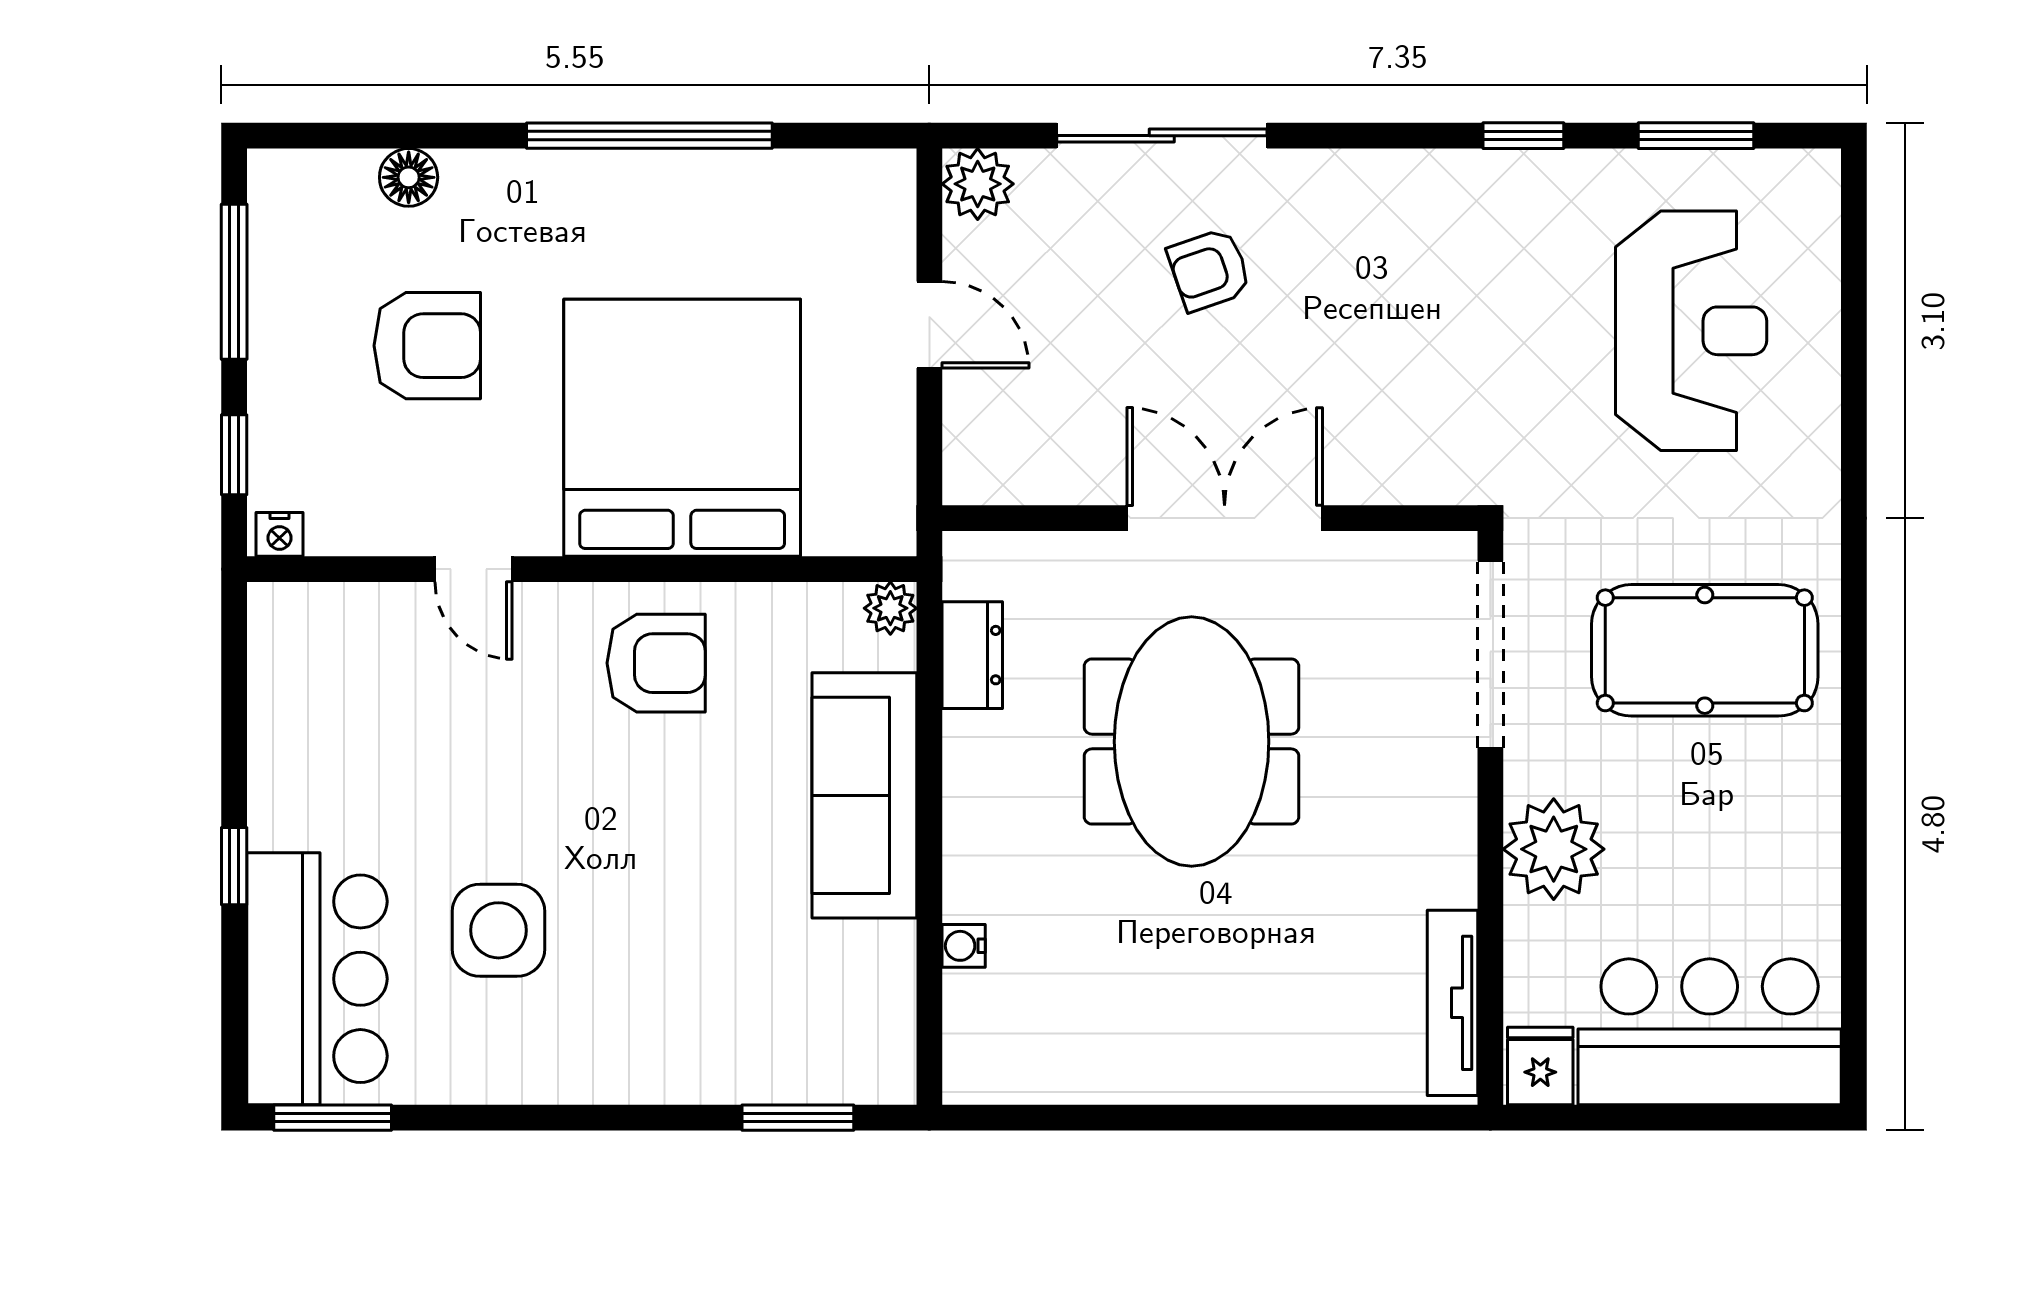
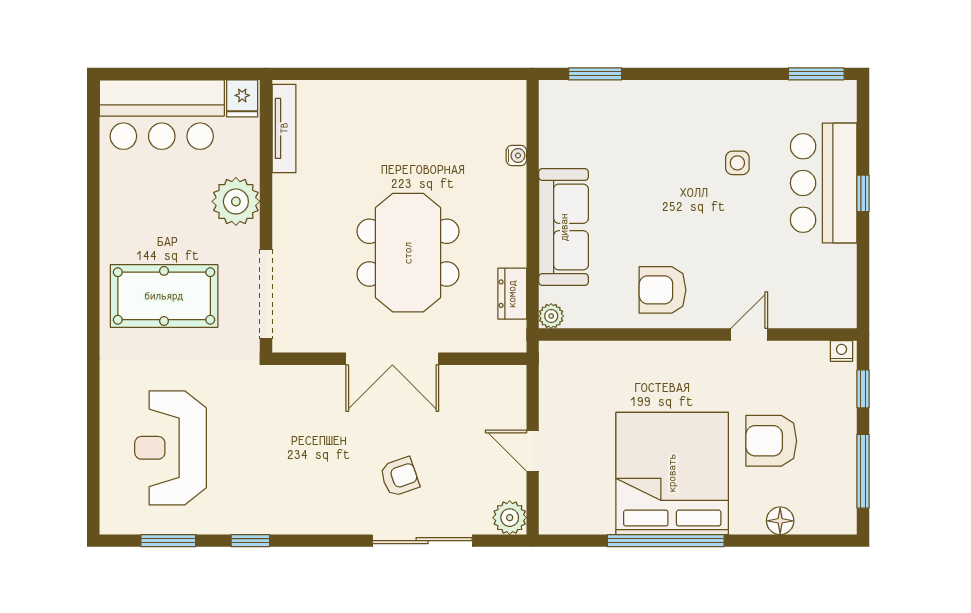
bed: (682, 428) -> (672, 473), moved, turned 180
door: (473, 569) -> (749, 335), hinge flipped
side table: (499, 930) -> (737, 163), width x0.54, depth x0.54
bar counter: (317, 979) -> (824, 183), moved

